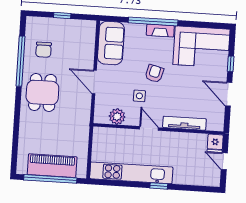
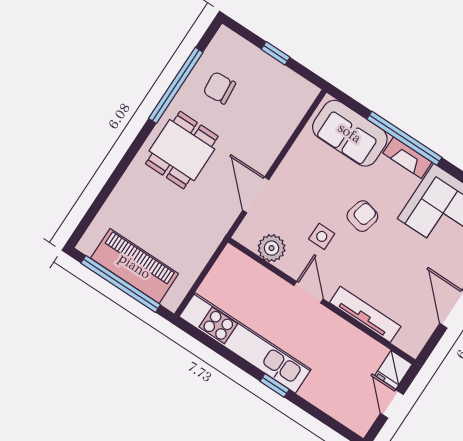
sofa: (111, 43) -> (350, 133), moved, turned 90
chair: (44, 50) -> (219, 88), turned 85
door: (94, 82) -> (256, 195), moved

